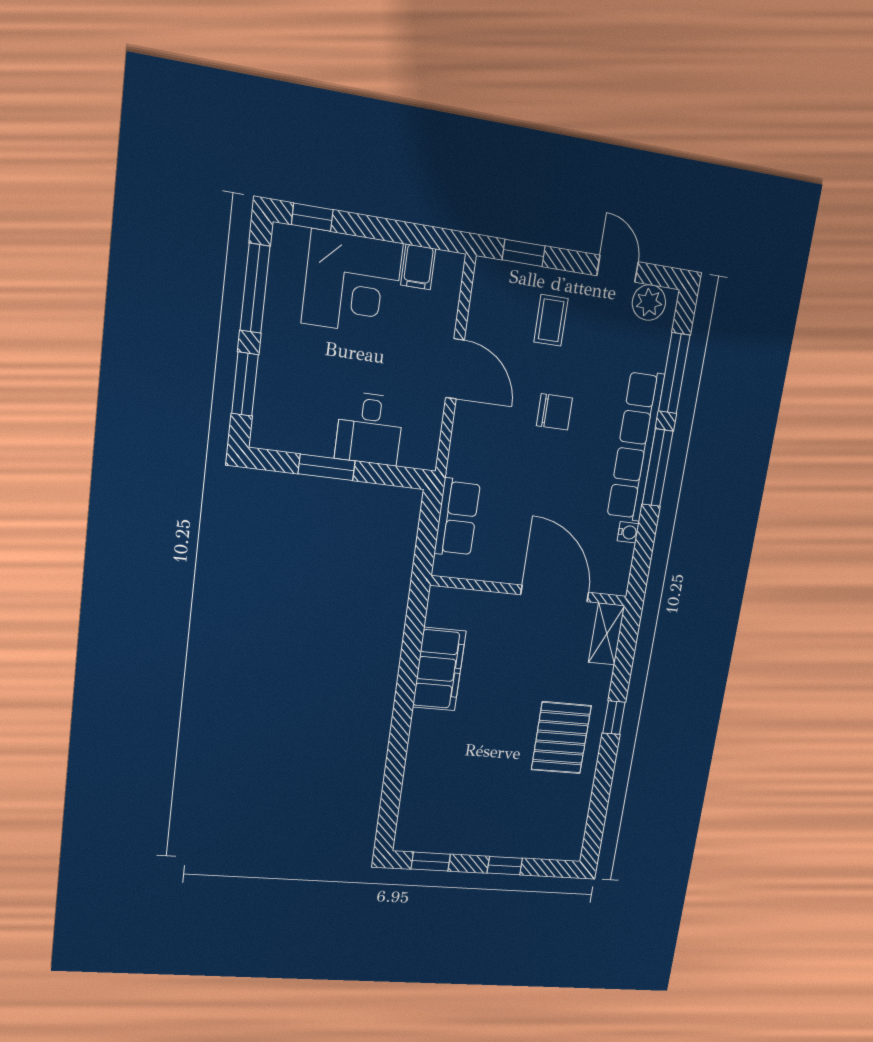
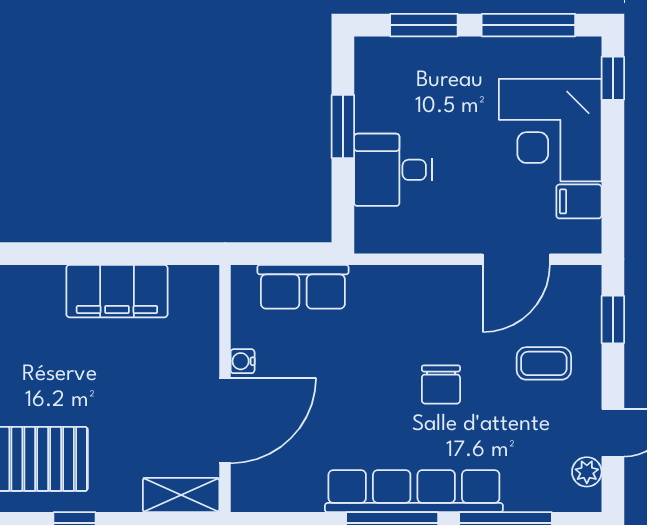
plant: (649, 302) -> (587, 472), width x0.73, depth x0.73
door: (455, 369) -> (516, 259), moved
water cooler: (628, 532) -> (243, 361), moved, turned 90

